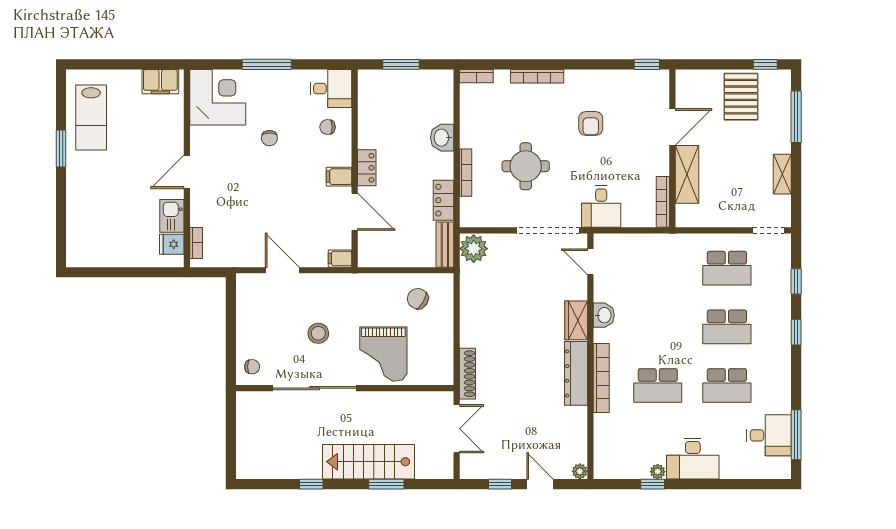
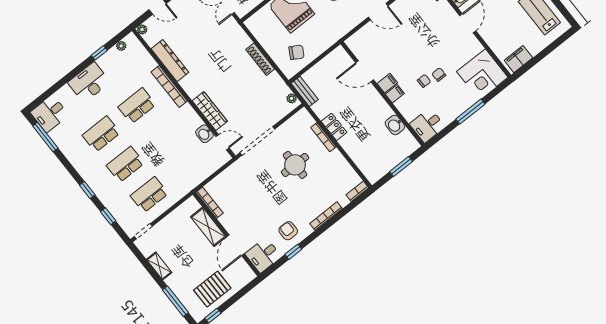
window: (647, 64) -> (293, 252), moved
pallet: (741, 97) -> (212, 289), turned 90
armchair: (591, 123) -> (288, 231), moved
chair: (328, 127) -> (424, 81), moved
washbasin: (442, 138) -> (395, 125), moved, turned 180
locker: (367, 168) -> (376, 99), removed
locker: (443, 200) -> (334, 127), moved
desk: (601, 206) -> (263, 255), moved, turned -90
plant: (474, 249) -> (292, 98), width x0.53, depth x0.53
filing cabinet: (340, 259) -> (395, 94), moved
washbasin: (604, 315) -> (205, 134), moved
wardrobe: (576, 320) -> (210, 111), width x1.50
dresser: (576, 373) -> (170, 61), moved
shoe rack: (467, 374) -> (260, 59), moved
desk: (769, 435) -> (50, 114), moved
plant: (658, 472) -> (121, 46), moved

